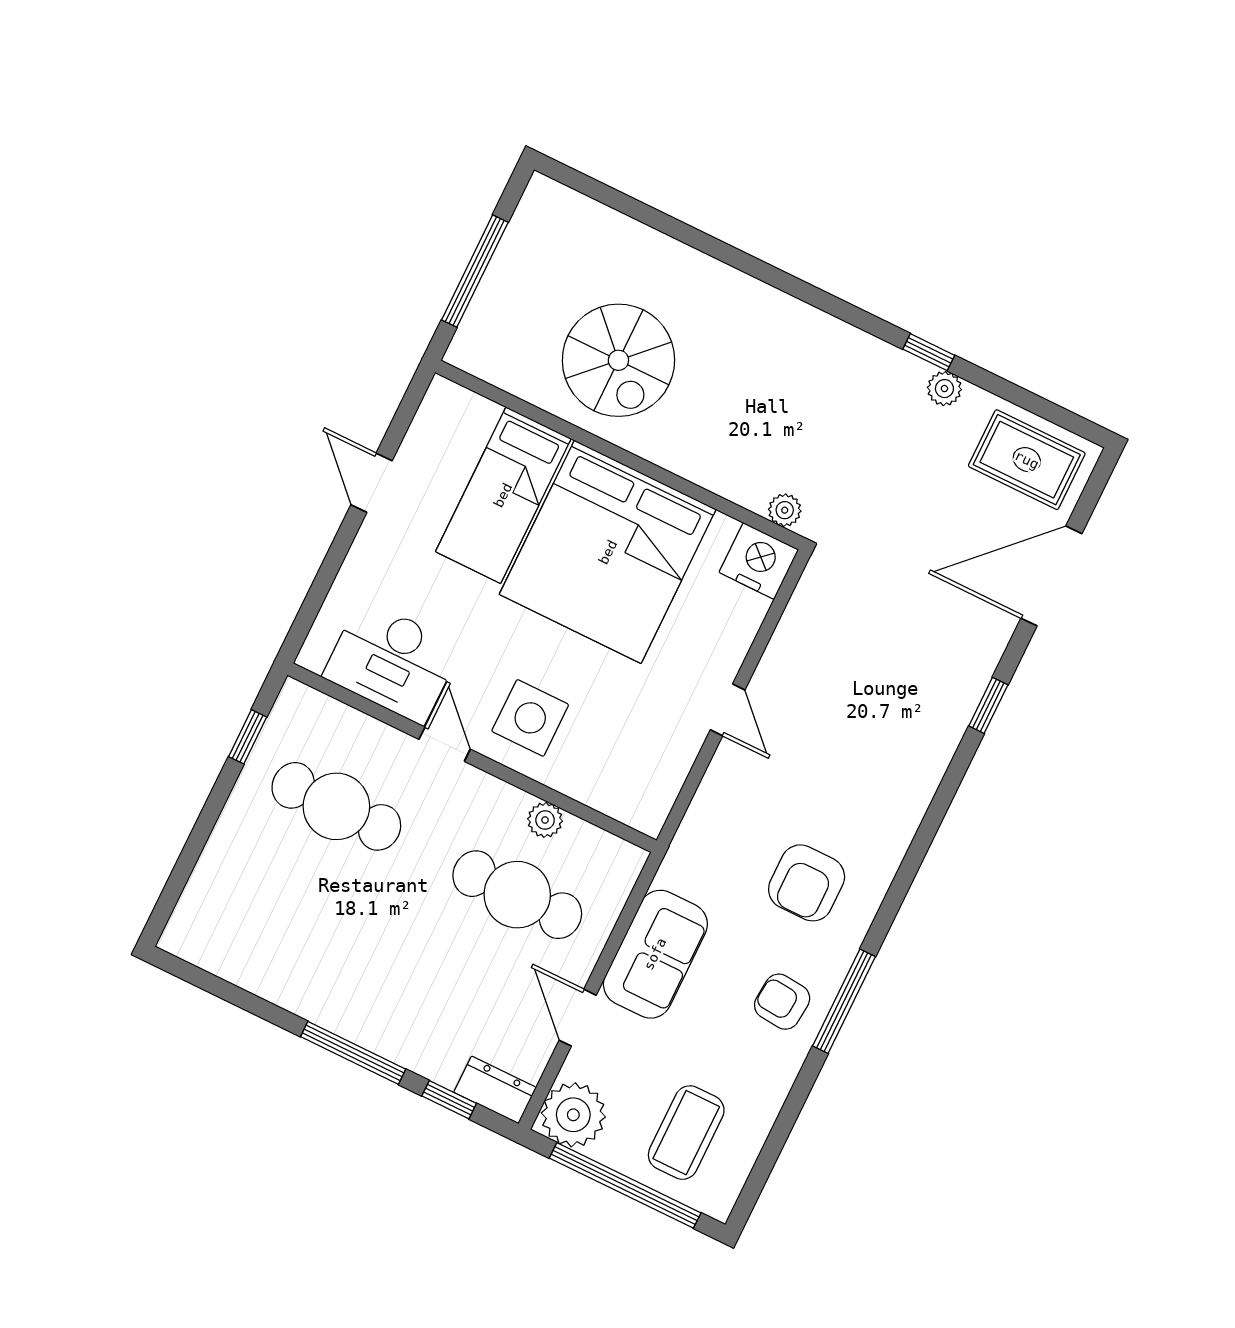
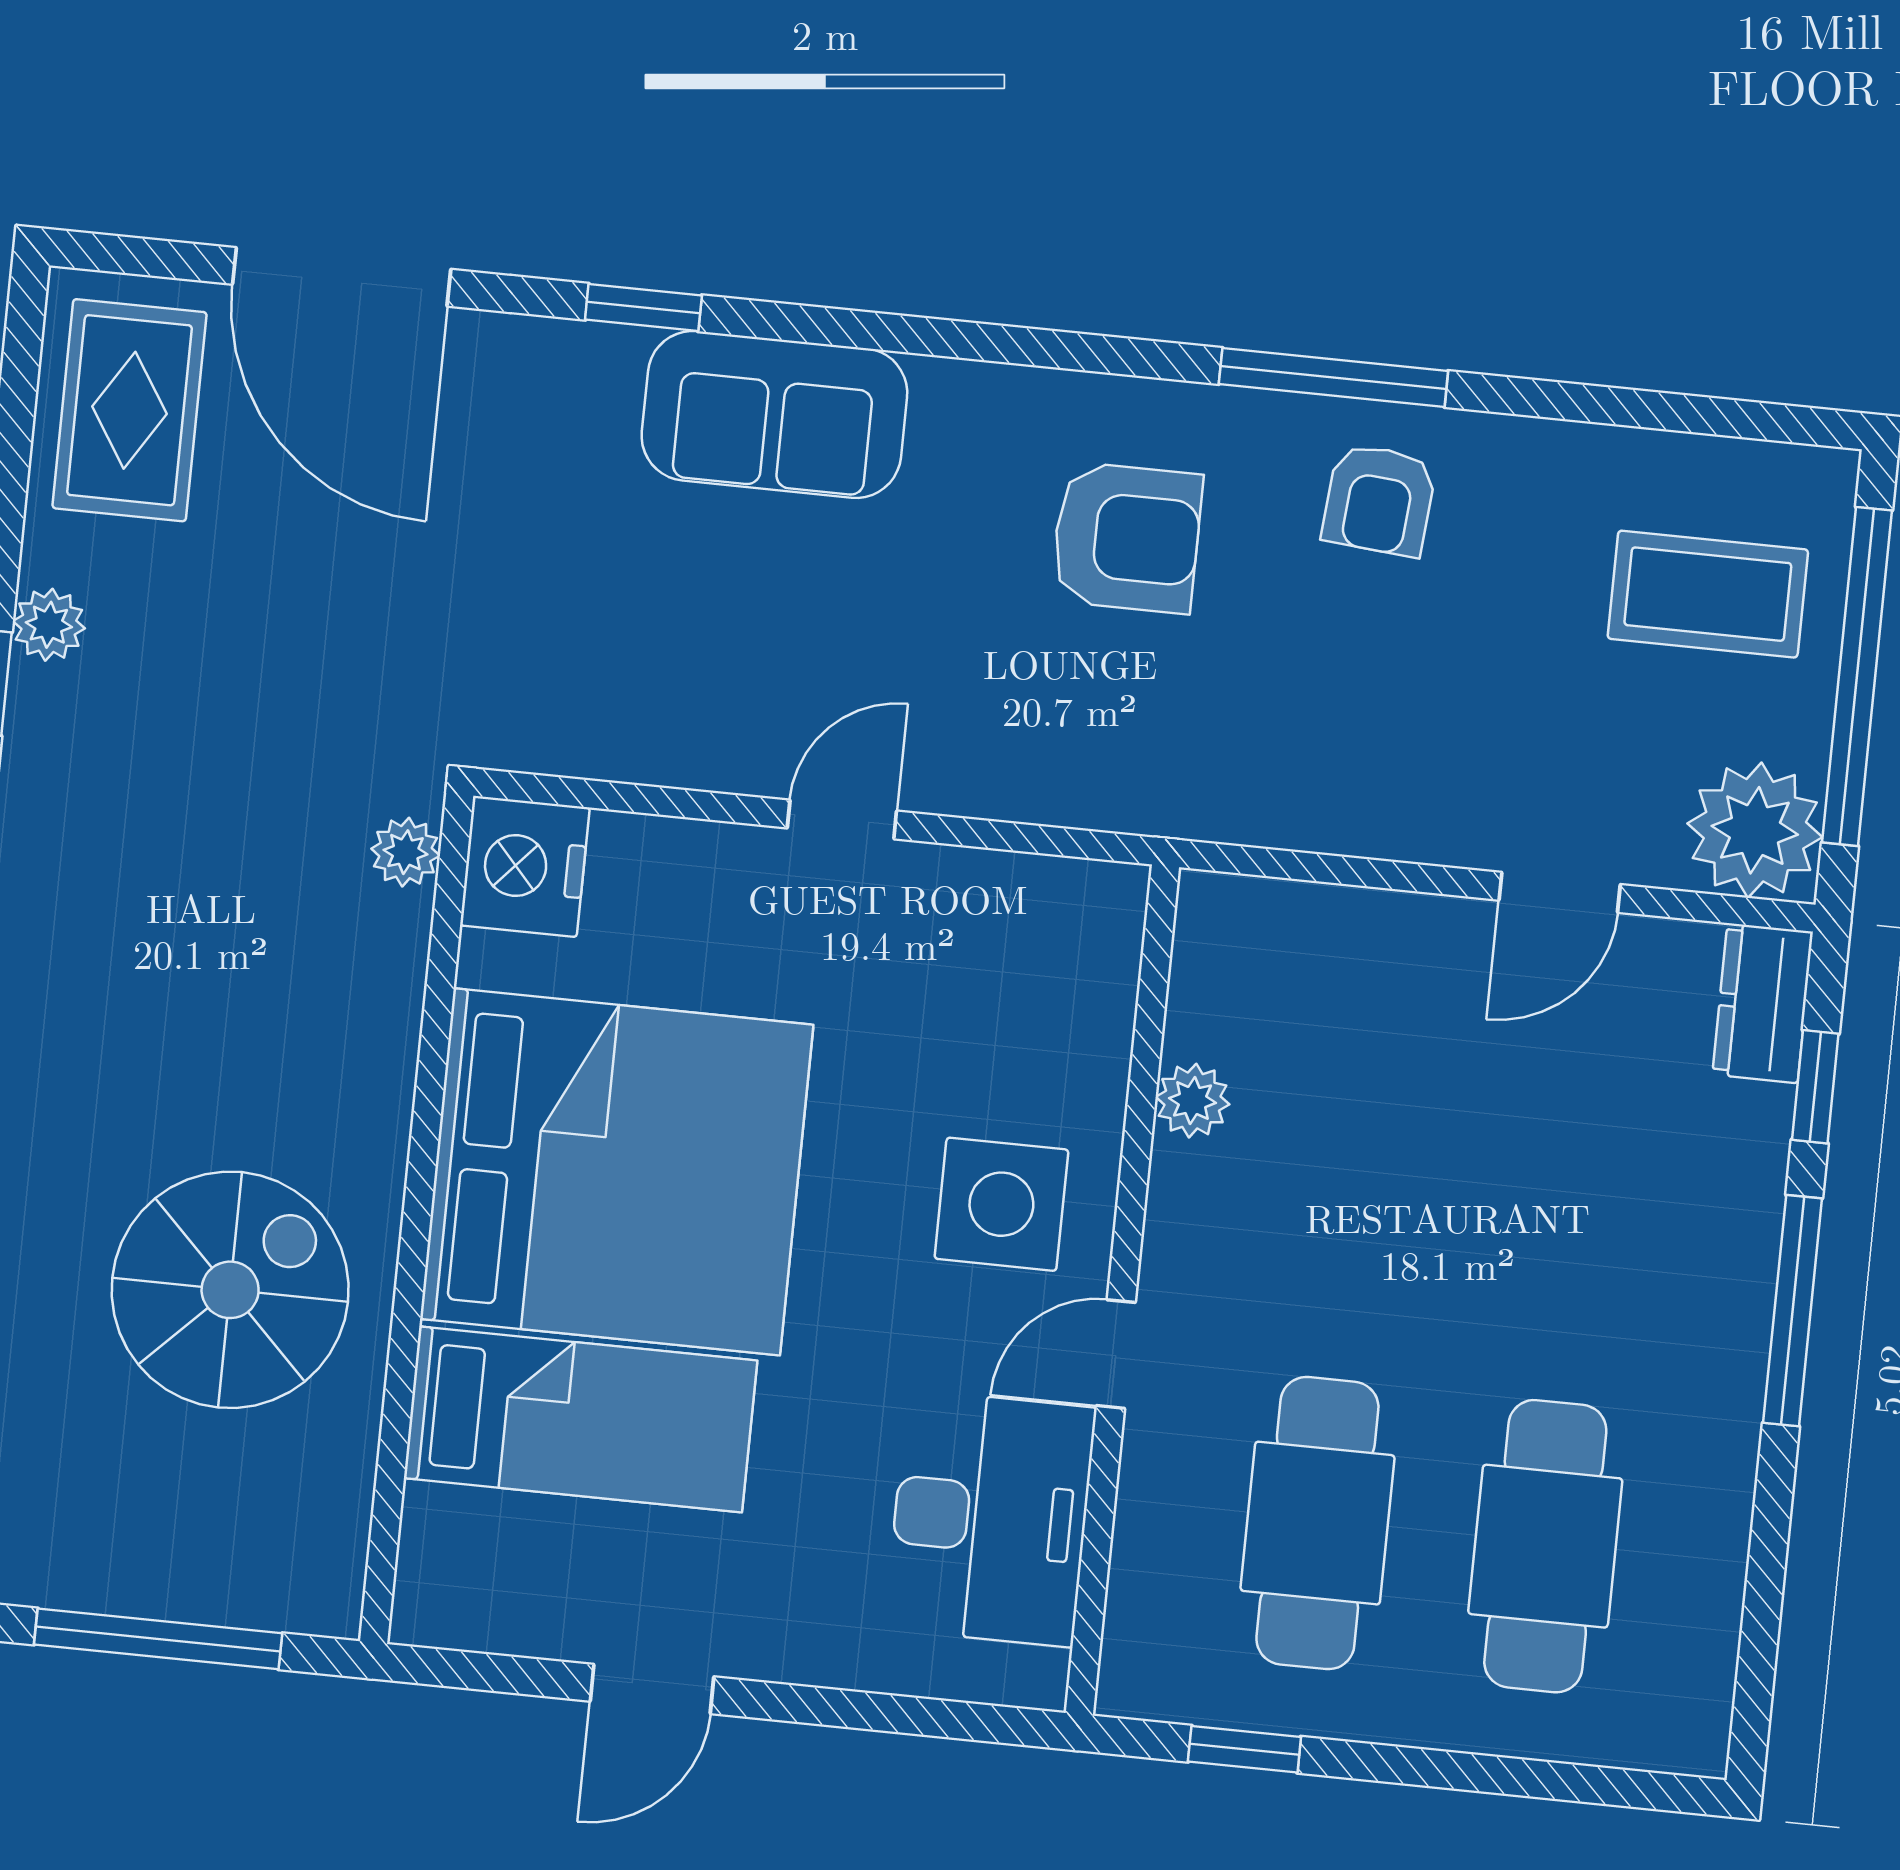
cafe table: (517, 895) -> (1545, 1546), moved
sofa: (655, 954) -> (774, 414), moved, turned 180

